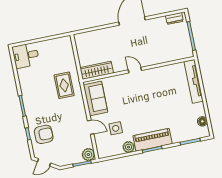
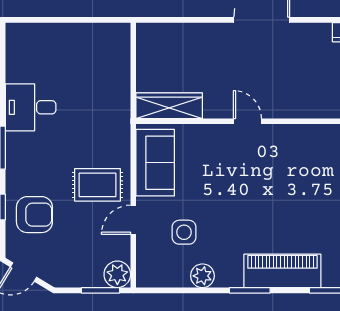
desk: (26, 55) -> (31, 107), moved
rug: (64, 85) -> (97, 185), moved, turned 90
door: (91, 127) -> (133, 220), swing flipped
piano: (153, 140) -> (282, 271), moved

